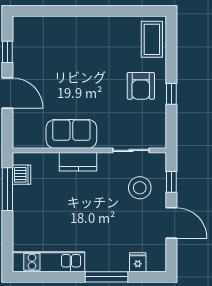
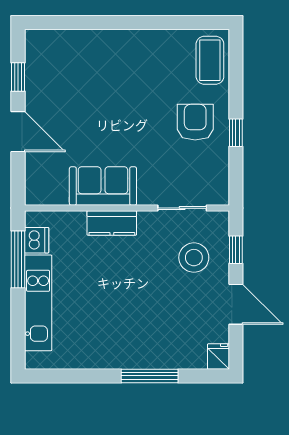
armchair: (141, 86) -> (195, 122), turned 180
kitchen unit: (49, 262) -> (38, 303), moved, turned 90
fridge: (138, 262) -> (218, 357), moved

